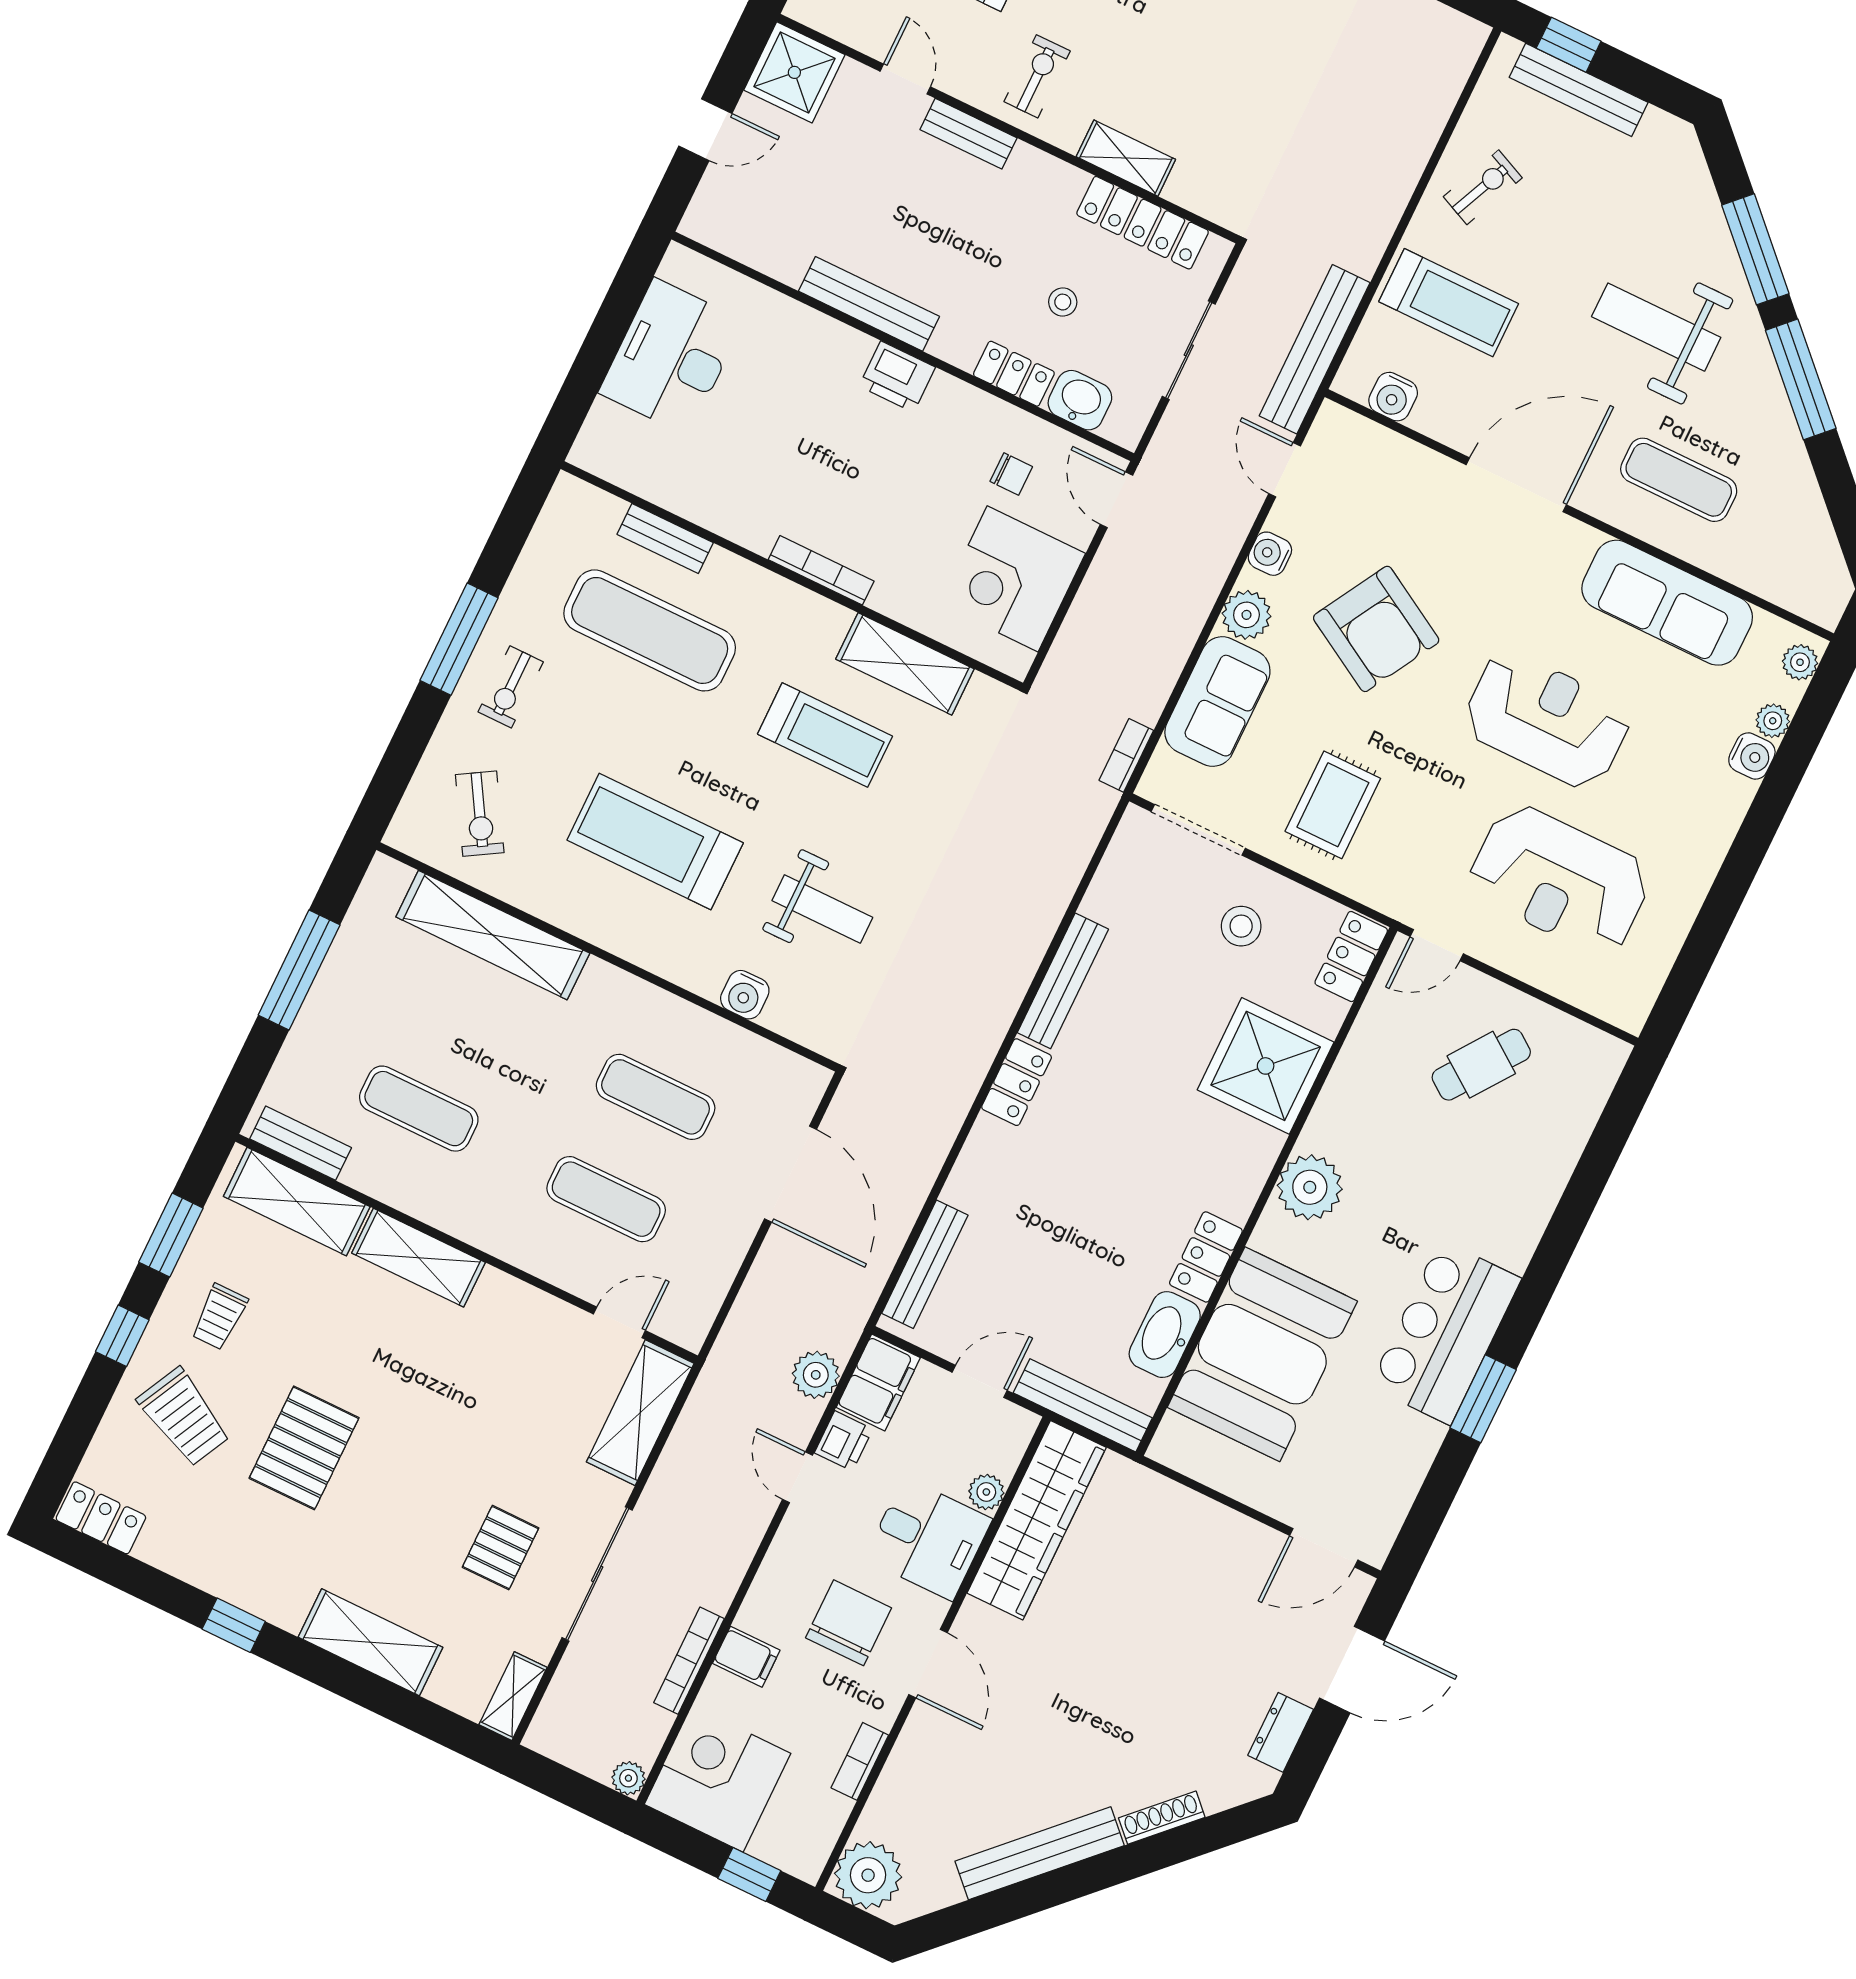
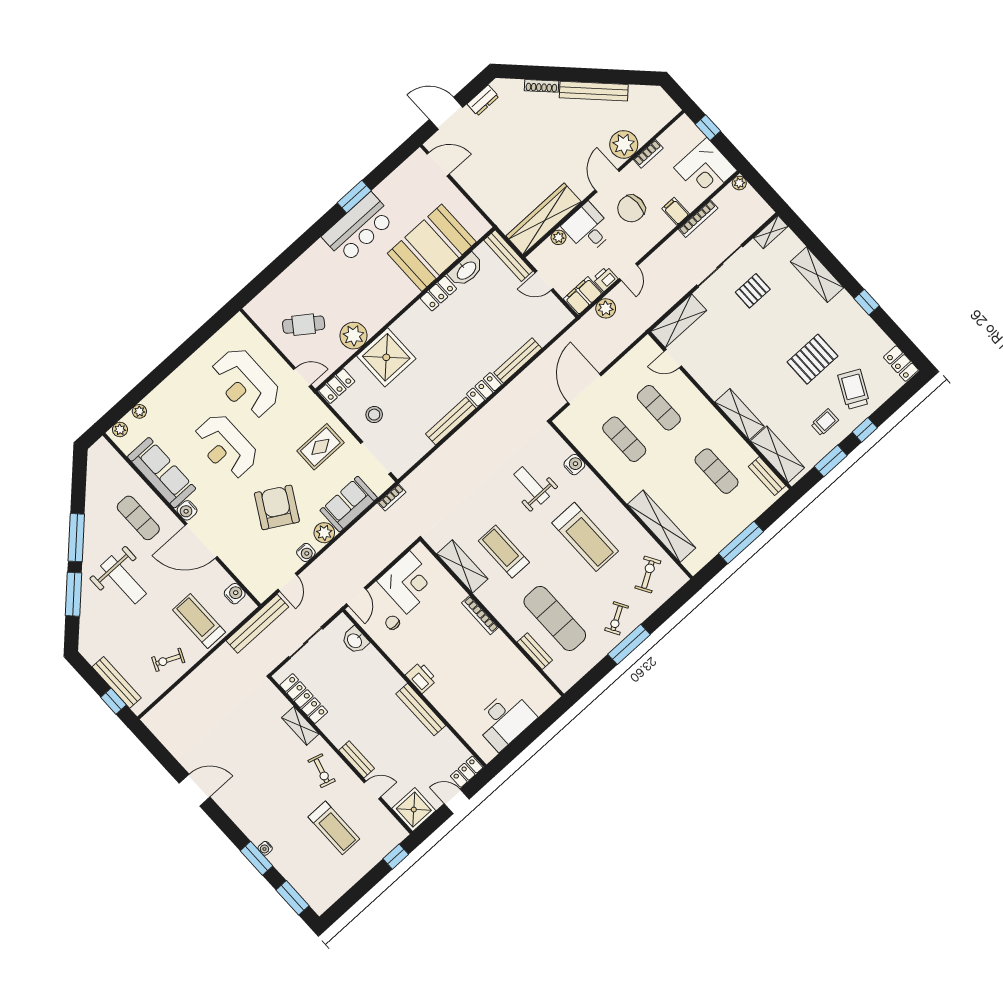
exercise bike: (1037, 76) -> (322, 771), turned -74
door: (905, 79) -> (372, 790), swing flipped
stool: (1063, 302) -> (346, 681), removed
locker: (1014, 374) -> (467, 772), moved, turned 90
exercise bike: (511, 687) -> (617, 618), turned 150
water cooler: (1752, 756) -> (187, 510), moved, turned -90
reception desk: (1560, 880) -> (245, 383), turned 180
plant: (1310, 1187) -> (353, 336), moved
bench: (925, 1264) -> (518, 360), moved
plant: (868, 1875) -> (624, 144), moved

